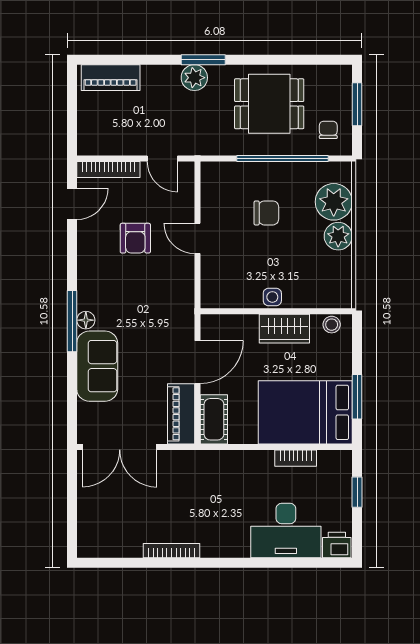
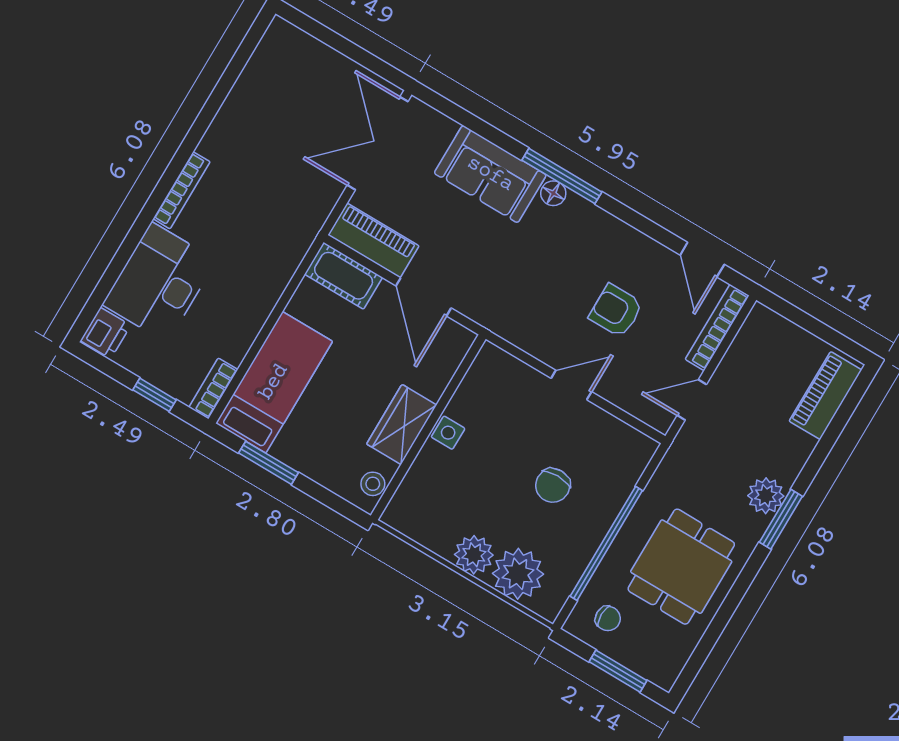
bed: (305, 412) -> (274, 382), width x0.67
bookcase: (296, 458) -> (213, 388), moved
bookcase: (172, 551) -> (182, 190), moved

